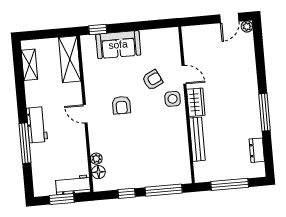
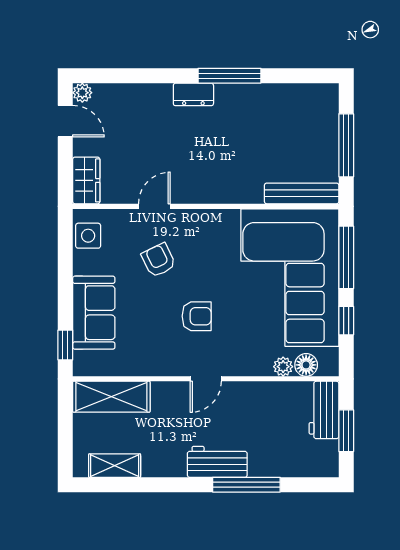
side table: (173, 99) -> (88, 236), moved
wardrobe: (196, 102) -> (86, 180), moved, turned 90
bench: (197, 139) -> (302, 193), moved
dresser: (257, 150) -> (193, 94), moved
corner sofa: (149, 158) -> (290, 278), added

